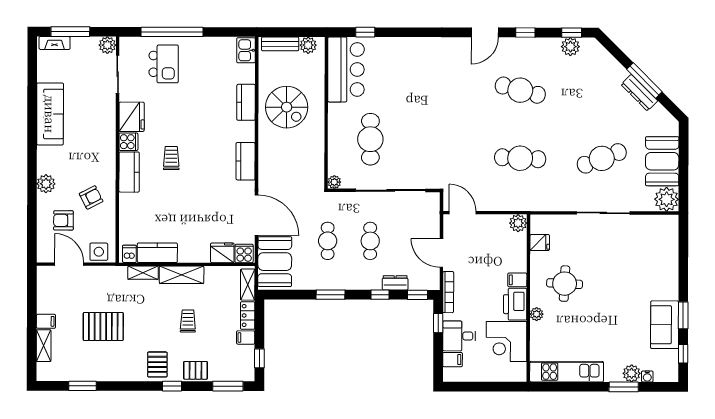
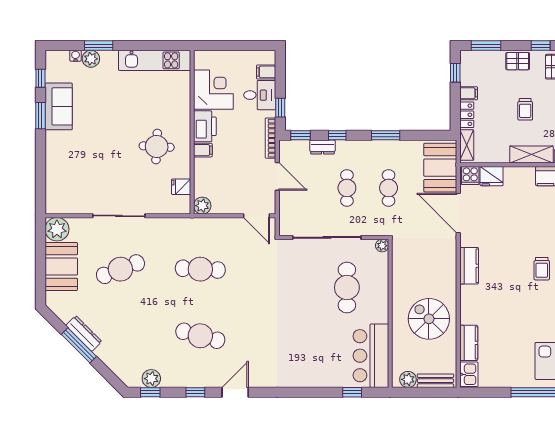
kitchen counter: (246, 102) -> (469, 343), moved
plant: (537, 314) -> (184, 117), removed

